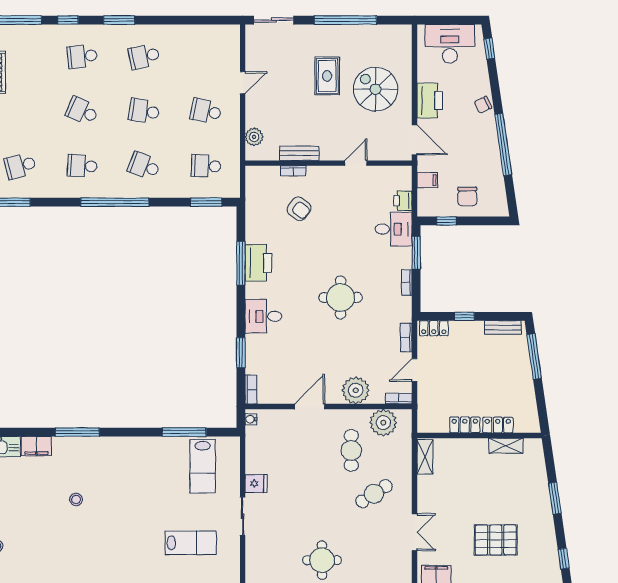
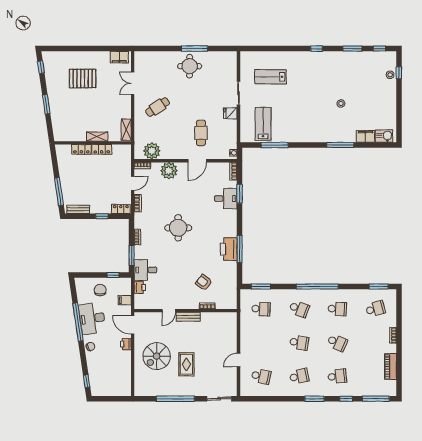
desk: (450, 44) -> (92, 318), moved, turned 82
spiral stairs: (376, 89) -> (157, 356), turned 90
printer: (430, 101) -> (126, 344), width x0.53, depth x0.68
school desk: (206, 111) -> (261, 376), moved
plant: (254, 137) -> (231, 327), removed
bench: (299, 153) -> (188, 317), moved
desk: (263, 316) -> (226, 199), moved
shelving: (506, 446) -> (97, 137), moved
cafe table: (351, 450) -> (201, 133), moved

